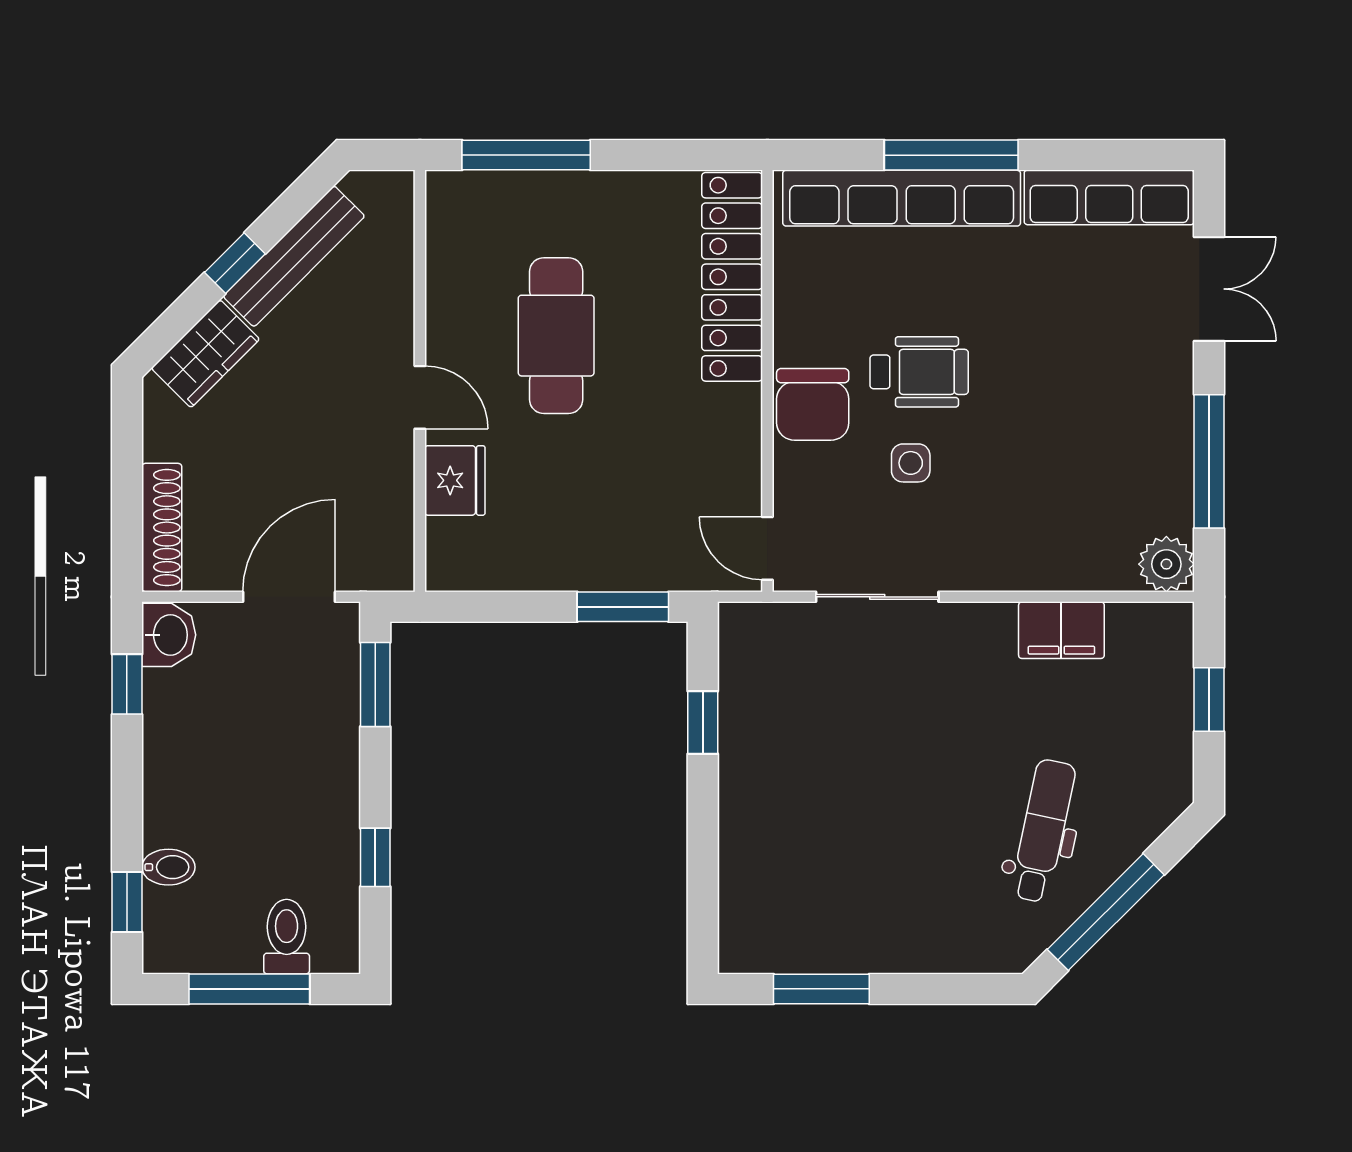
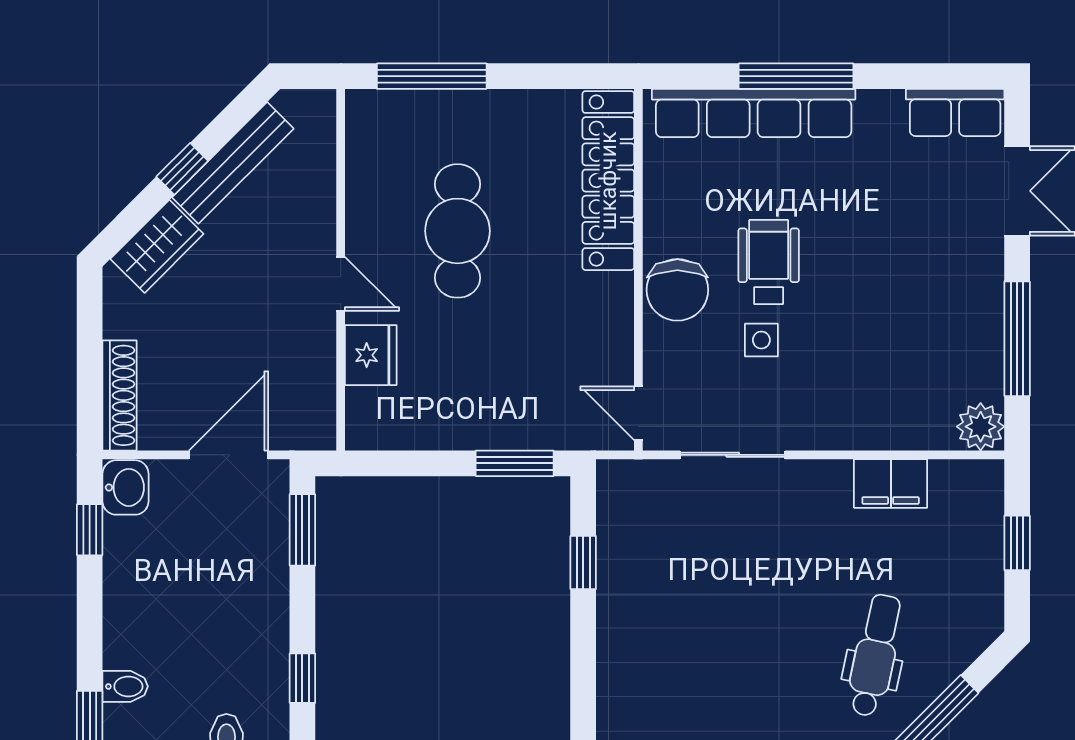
row of seats: (1109, 197) -> (955, 112), width x0.68
wheelchair: (919, 372) -> (769, 262), turned -90

